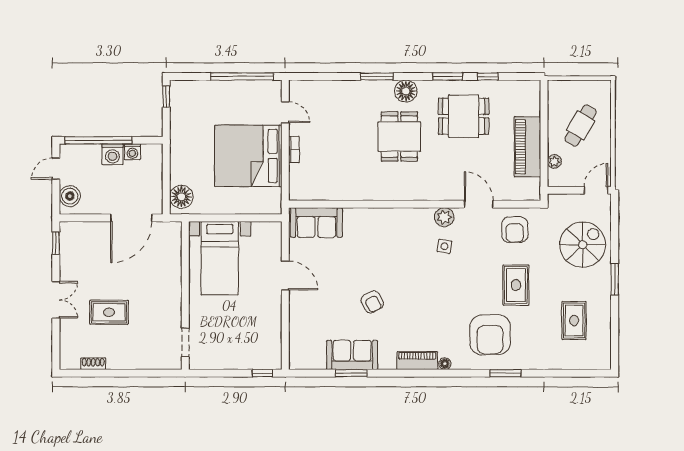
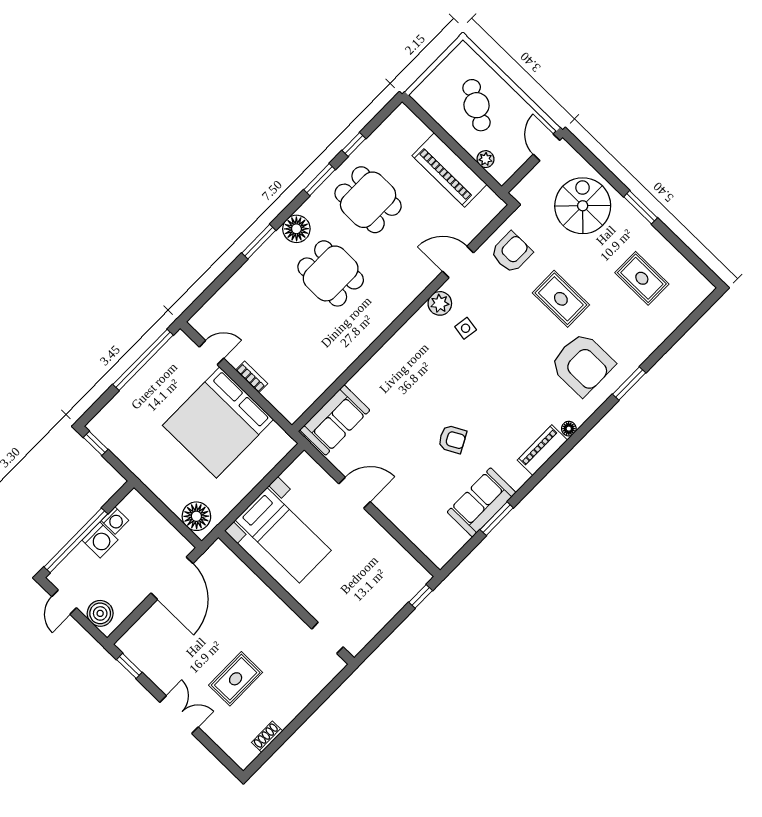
dining table: (464, 116) -> (368, 200), turned 90
armchair: (515, 230) -> (511, 252), turned -90

